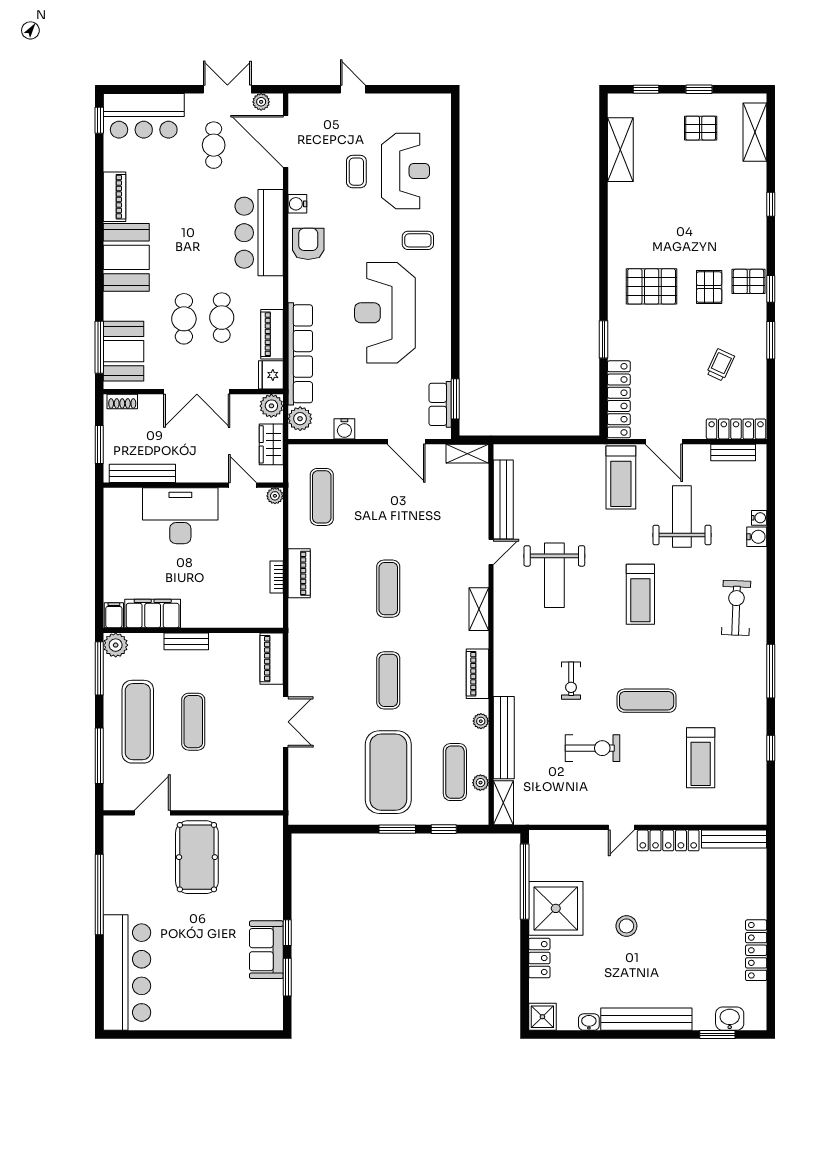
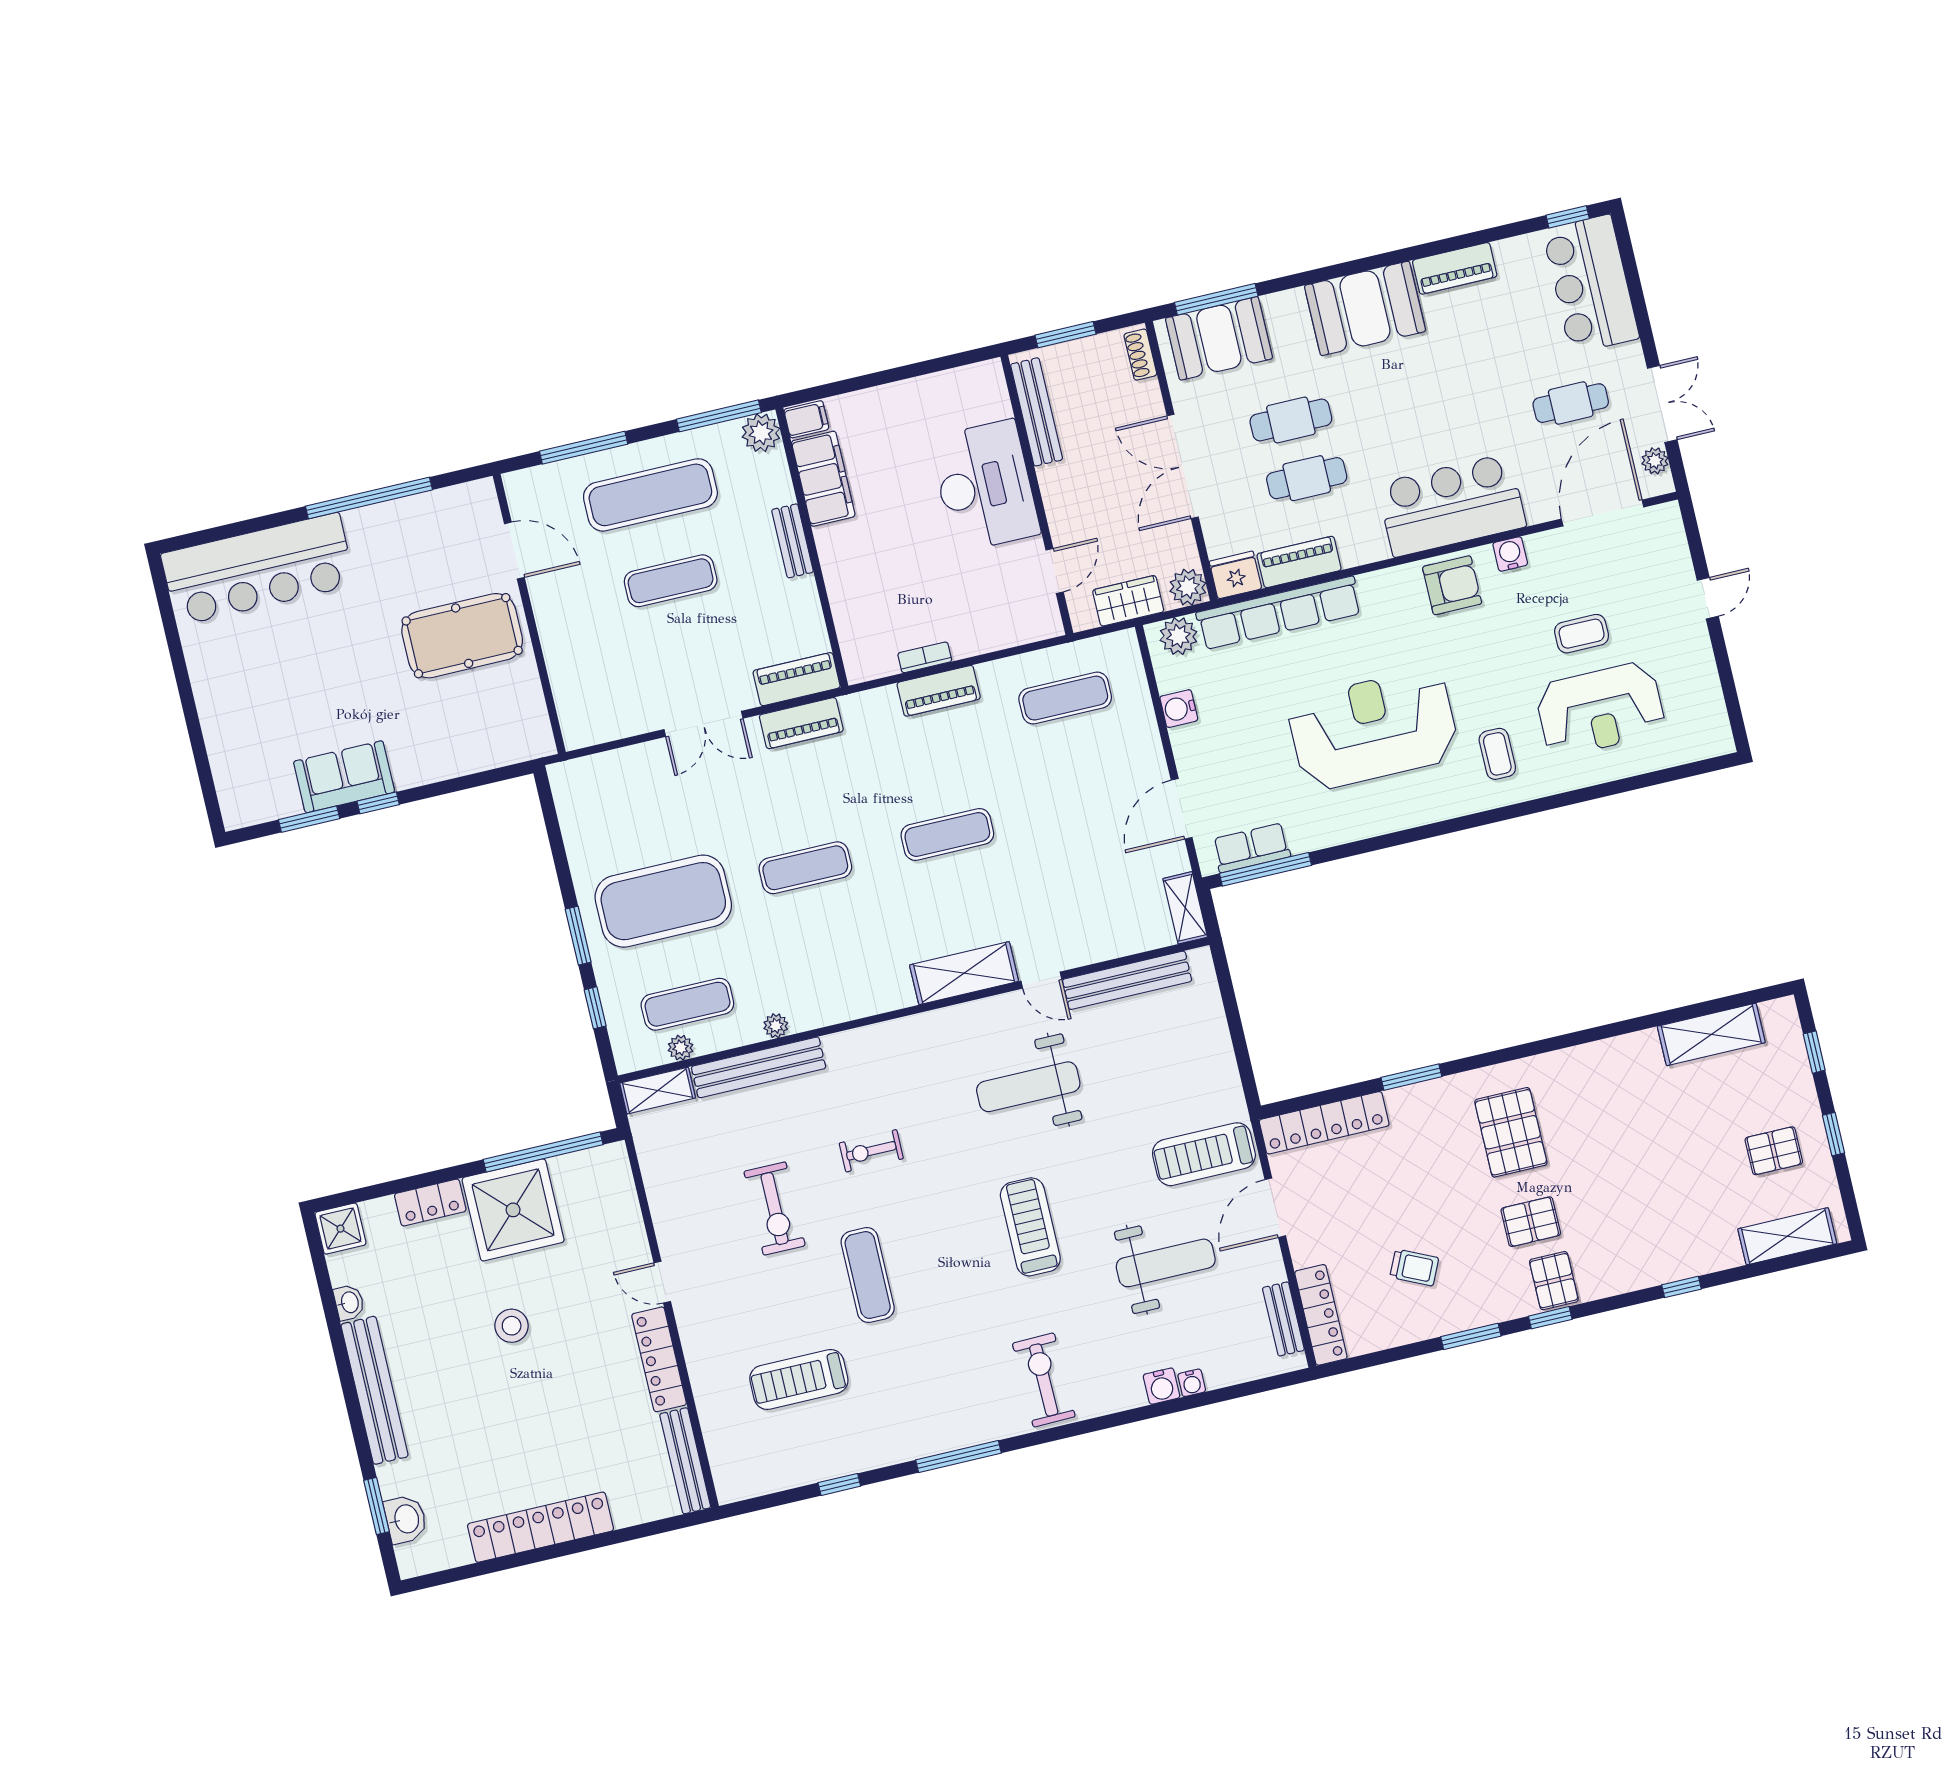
pallet: (701, 128) -> (1774, 1151), turned 90
window: (455, 399) -> (1265, 869), width x1.44
plant: (275, 496) -> (1050, 625), removed
treadmill: (640, 594) -> (1030, 1227), turned 90
exercise bike: (736, 608) -> (1044, 1380), turned -93
shelving: (479, 609) -> (964, 973), width x1.50, depth x1.33
piano: (477, 674) -> (801, 723), moved, turned 180
locker: (756, 950) -> (540, 1527), width x1.41, depth x1.21

